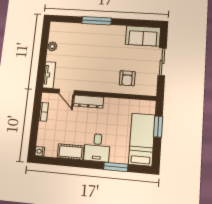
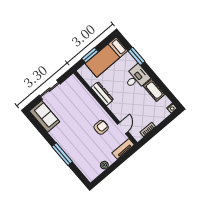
armchair: (127, 78) -> (101, 127), moved
dresser: (89, 102) -> (102, 94), moved

